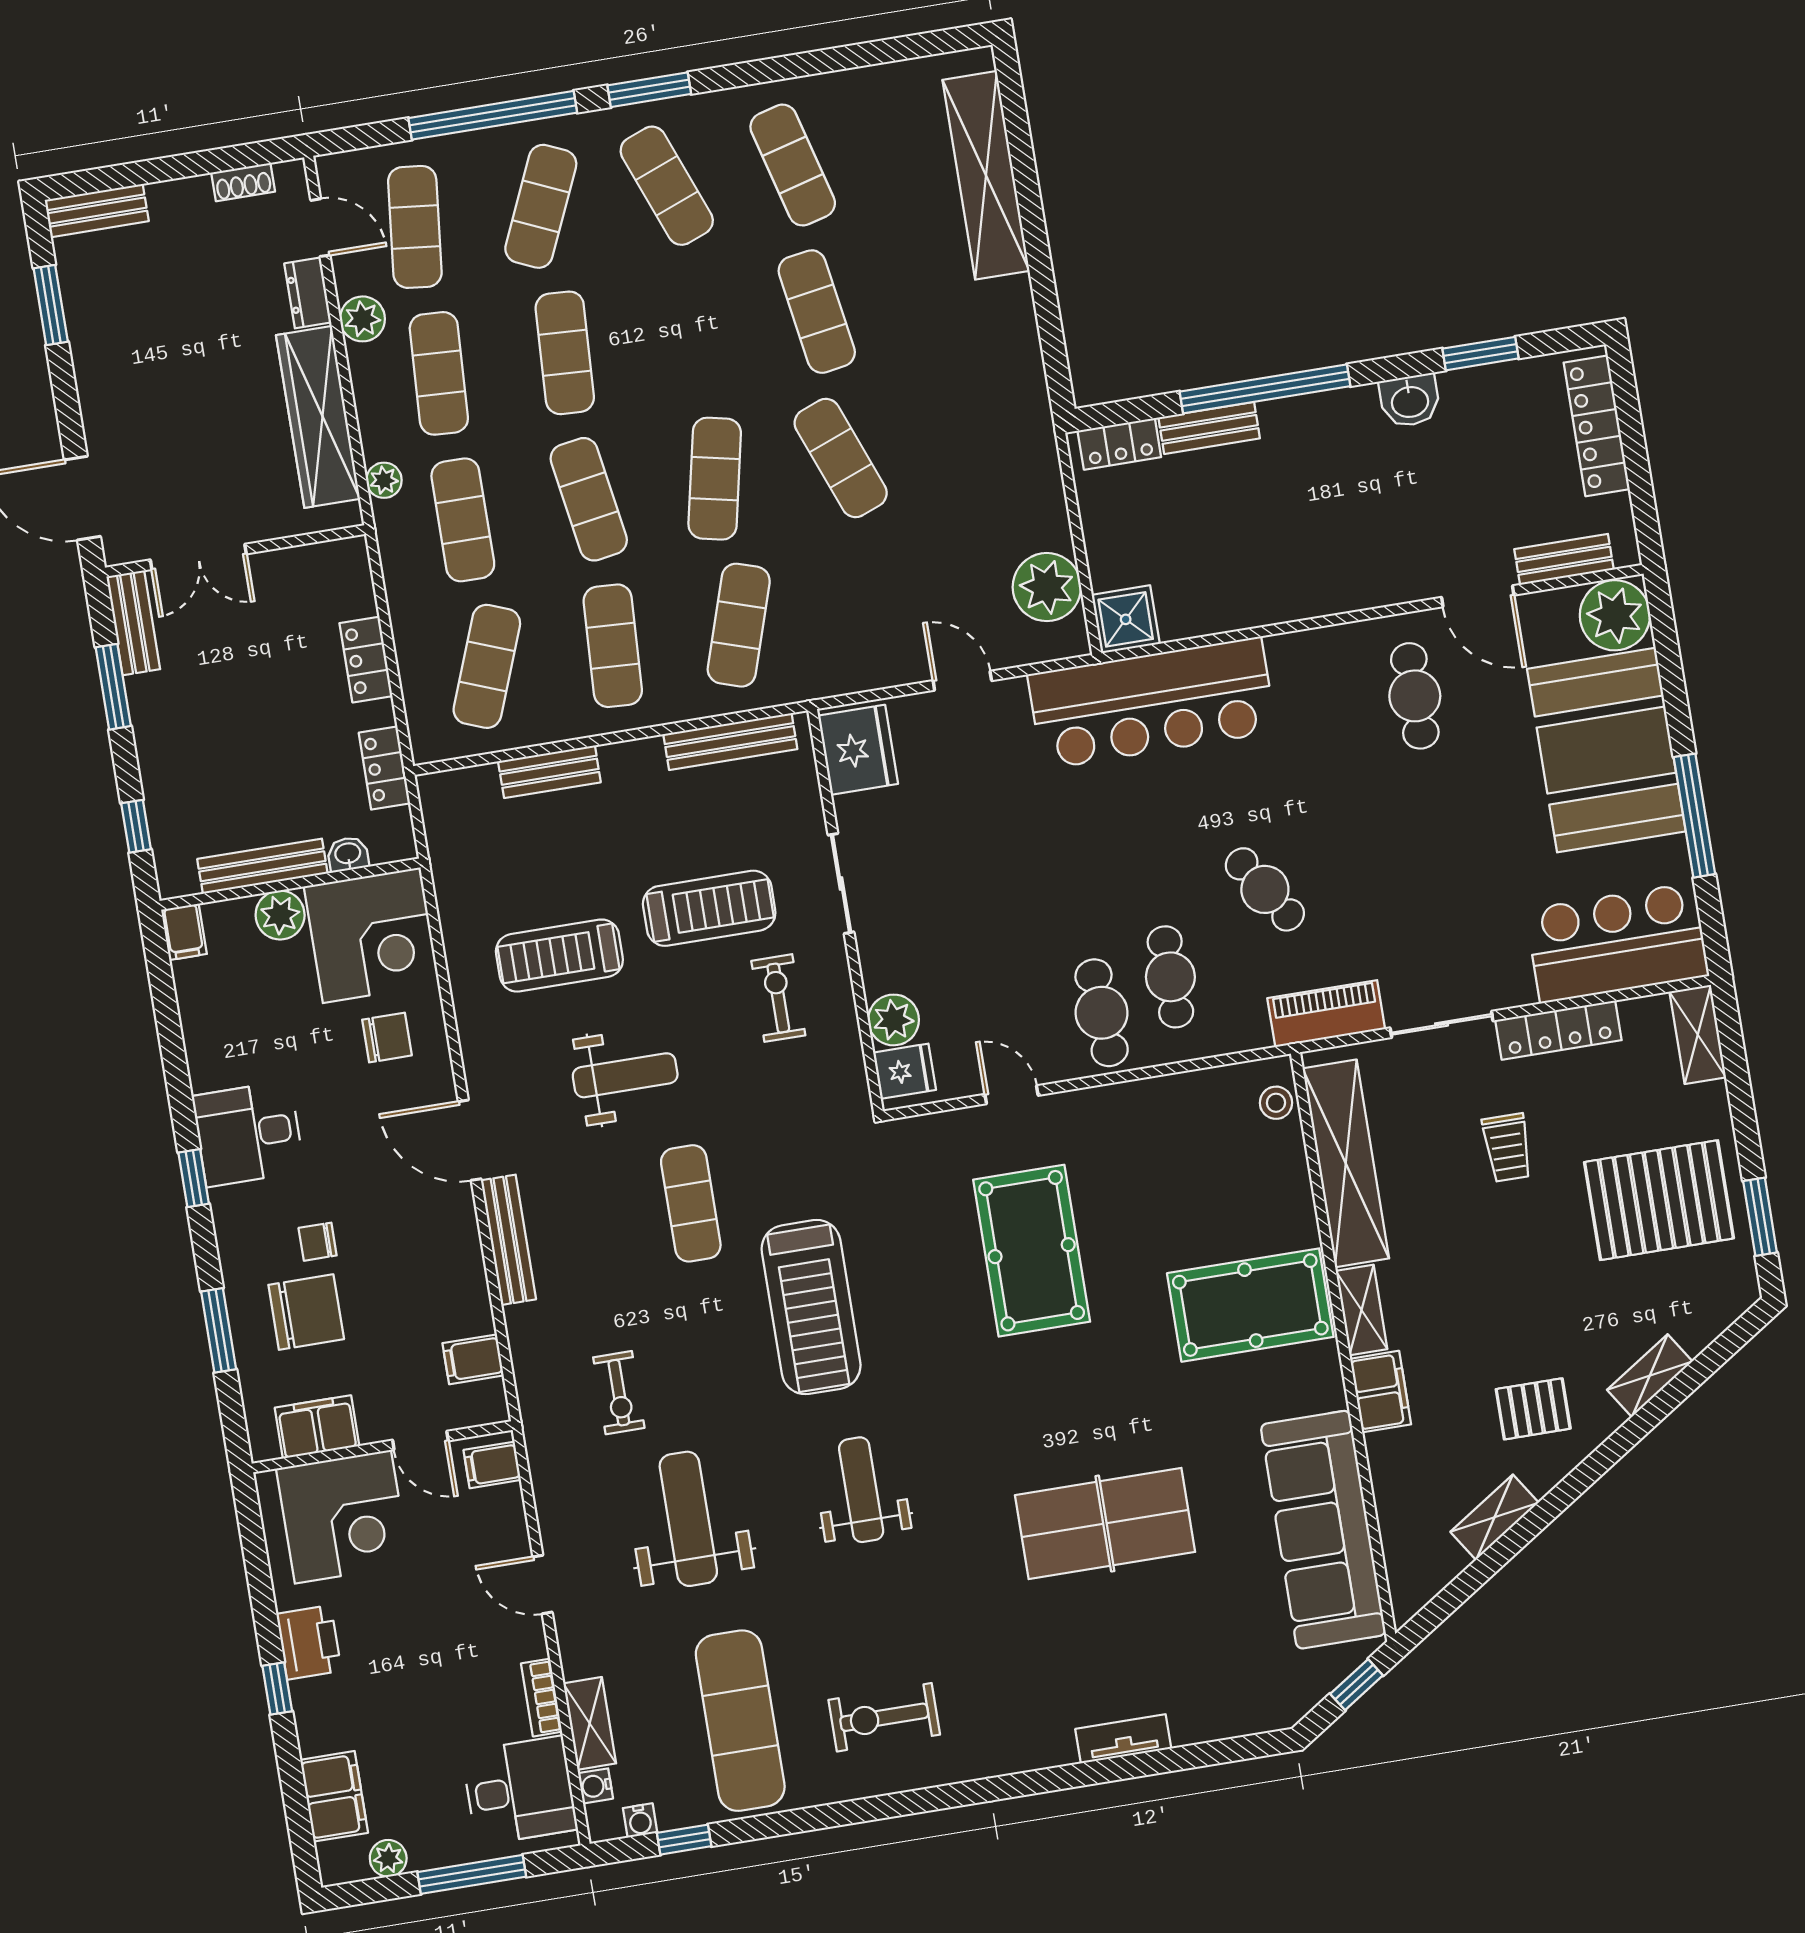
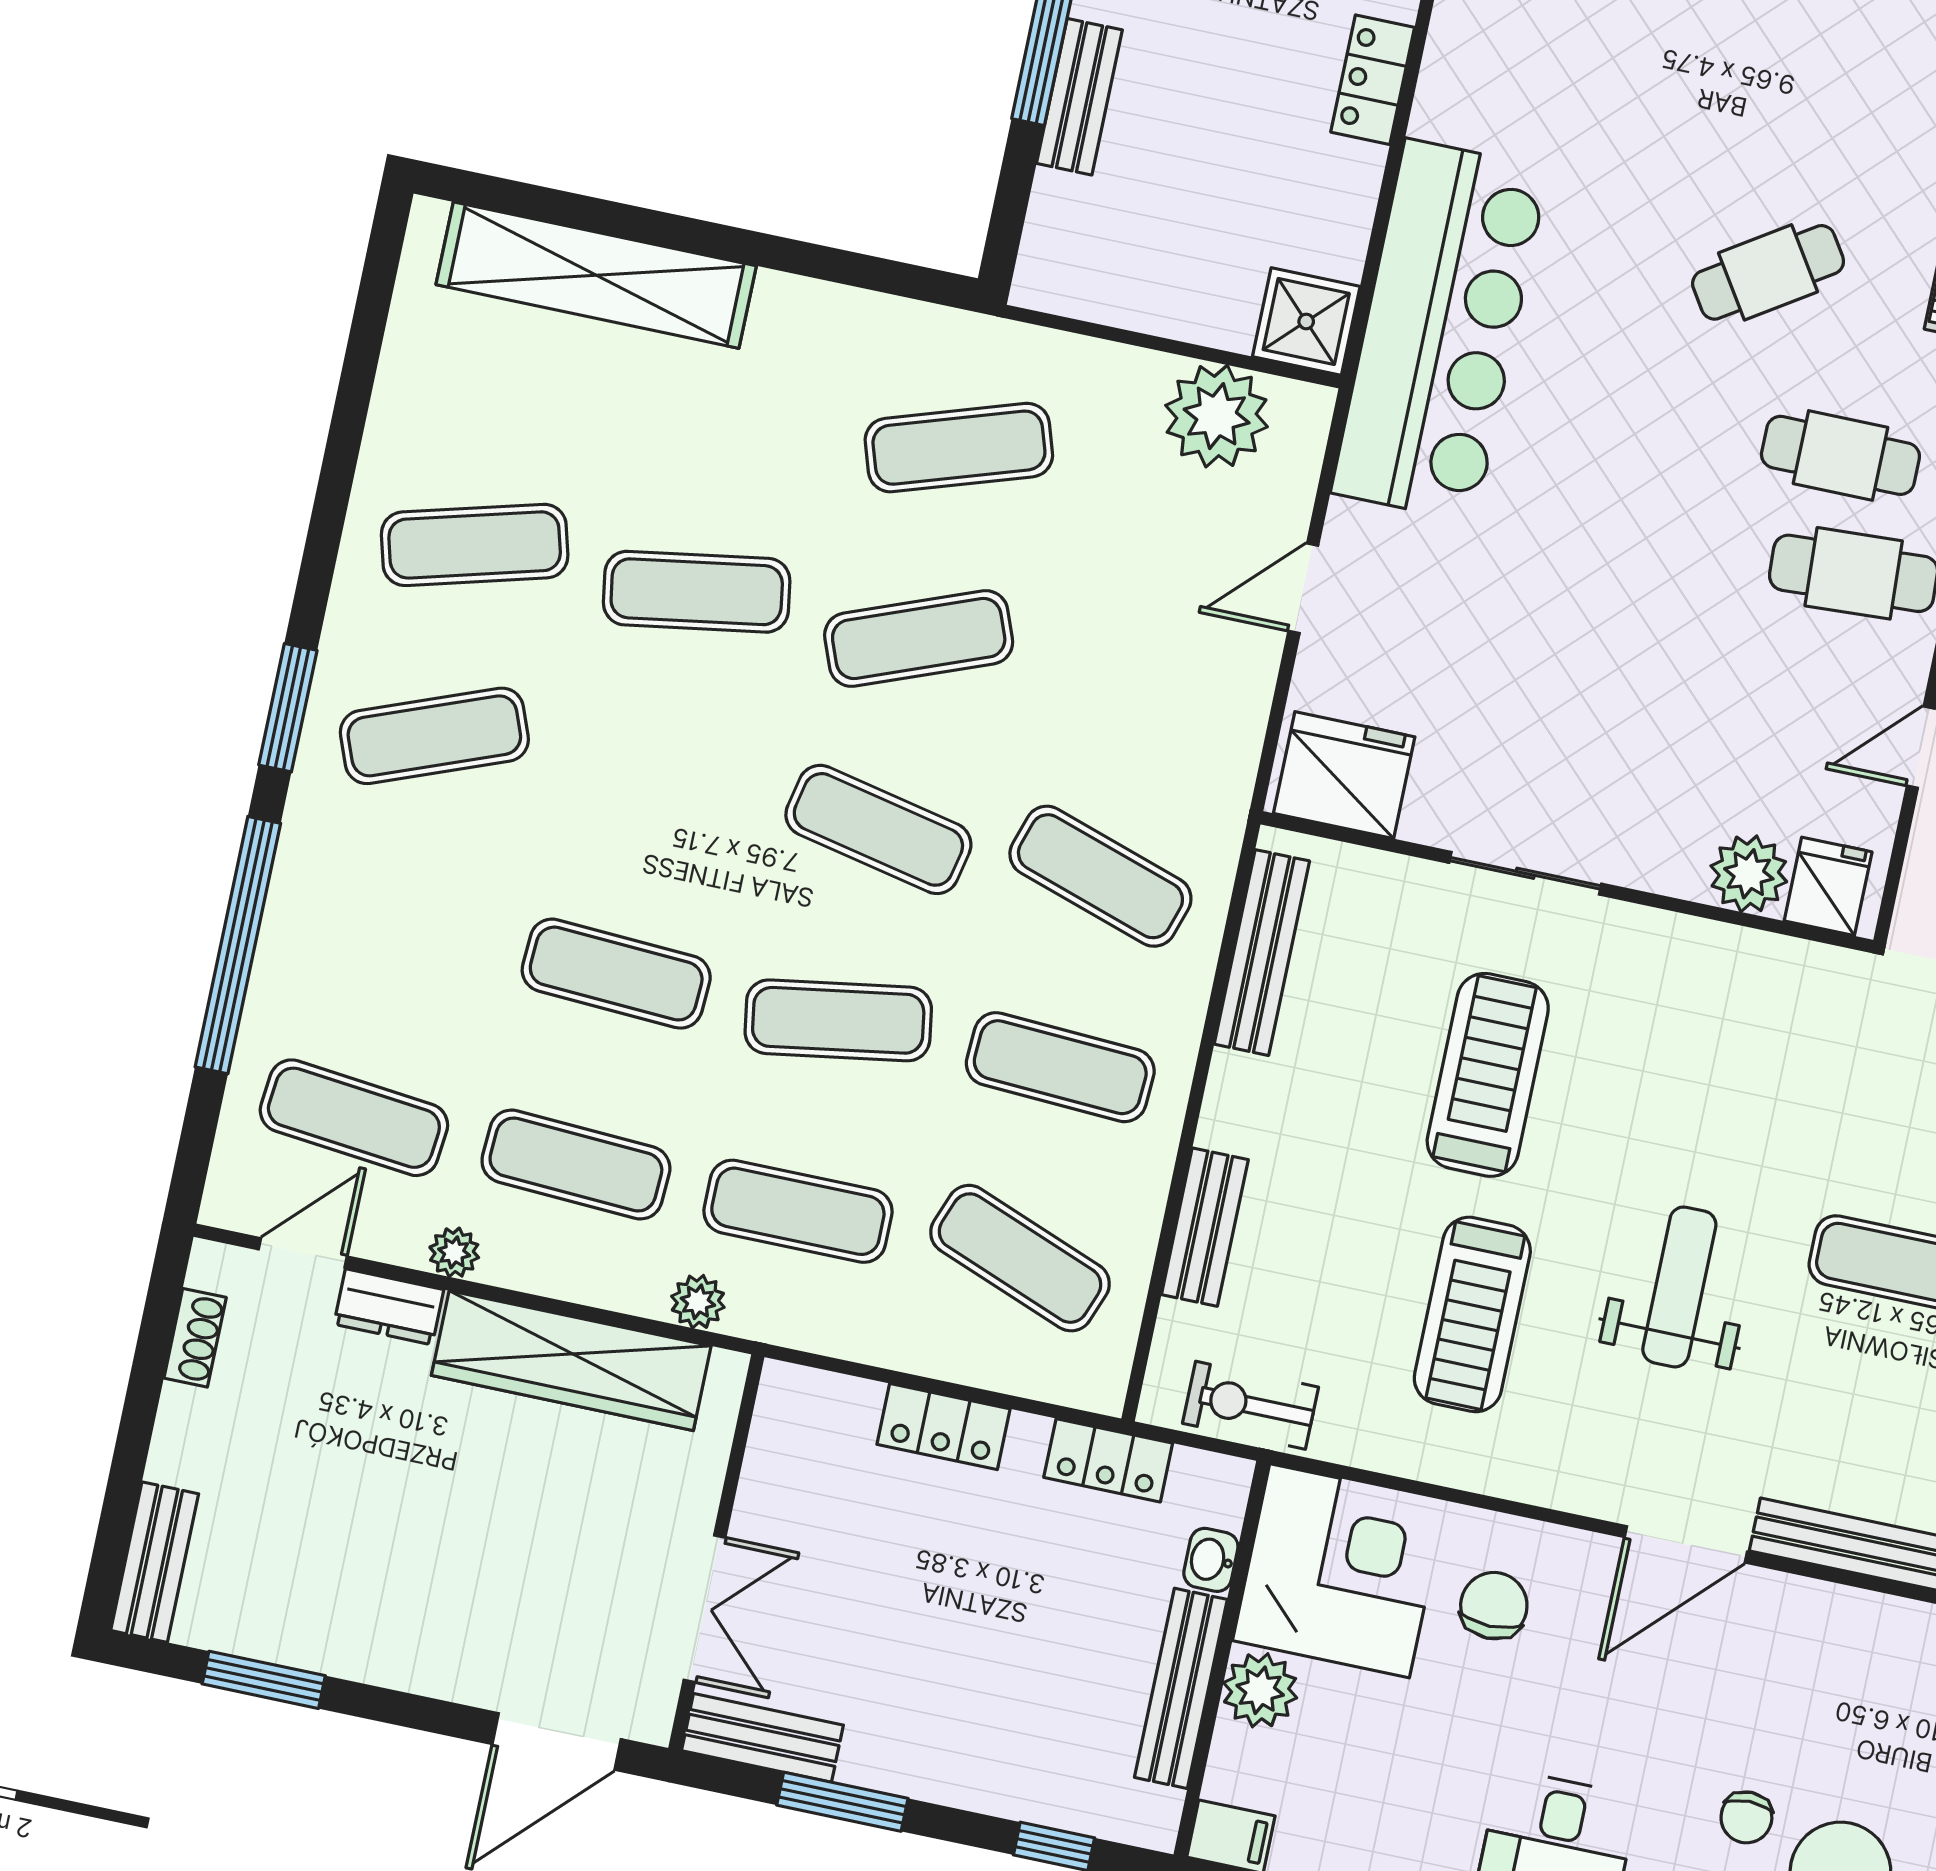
exercise mat: (541, 206) -> (959, 448), moved, turned -42
plant: (362, 319) -> (454, 1252), width x0.73, depth x0.73
locker: (1119, 444) -> (1373, 80), moved, turned 180
exercise bike: (778, 998) -> (1250, 1405), moved

